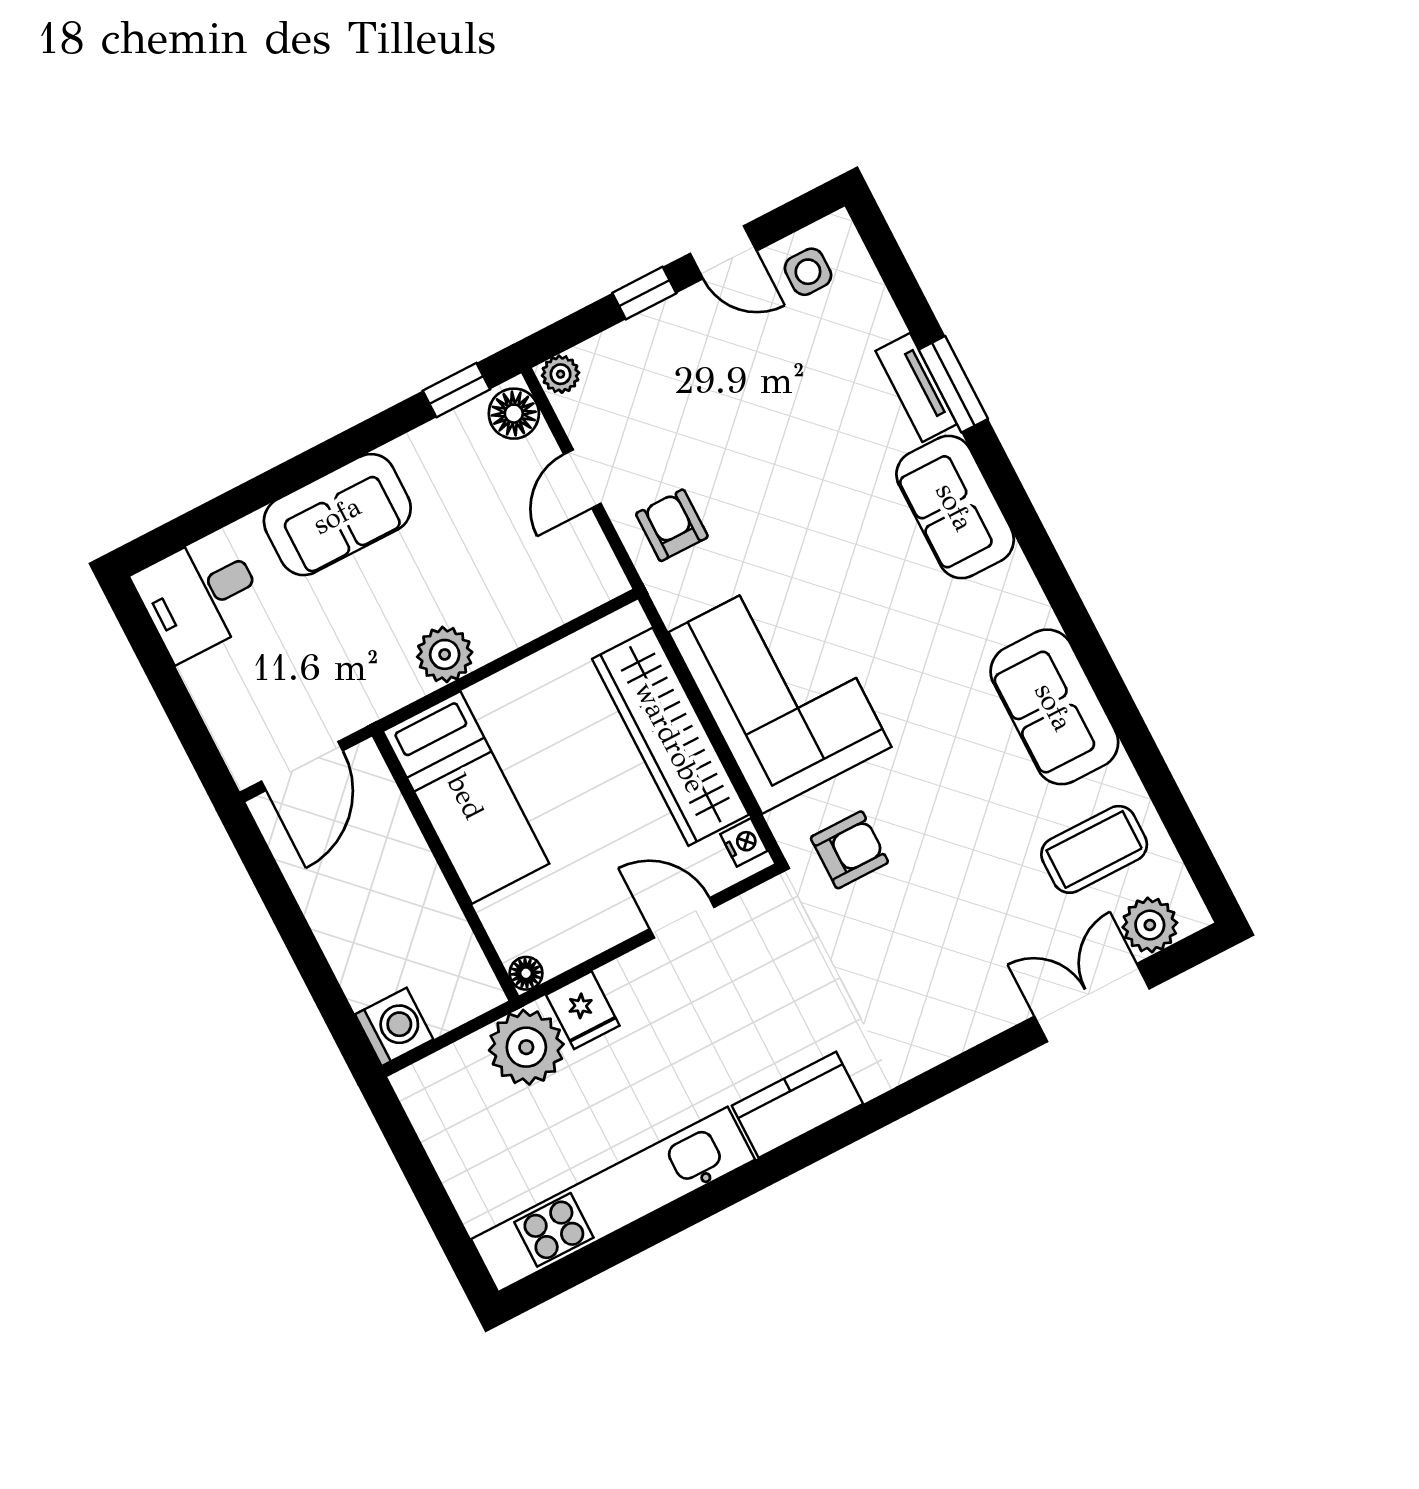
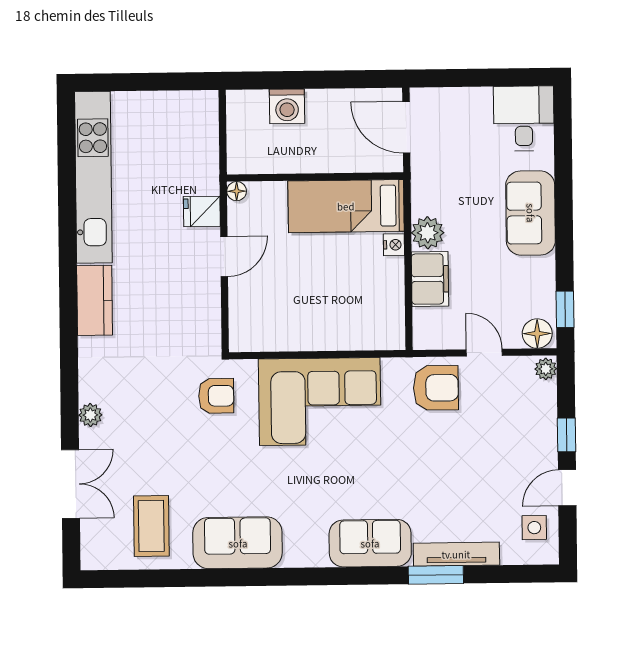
tv unit: (916, 387) -> (456, 554), width x1.41
armchair: (672, 525) -> (436, 388), width x1.38, depth x1.38
filing cabinet: (512, 616) -> (430, 279), added
wardrobe: (670, 737) -> (324, 331), removed
nightstand: (744, 842) -> (394, 245), moved, turned -90
armchair: (849, 850) -> (216, 396), turned -90
door: (682, 918) -> (224, 256), moved
plant: (1150, 925) -> (90, 415), moved, width x0.73, depth x0.73
washing machine: (394, 1027) -> (287, 106), moved
plant: (526, 1047) -> (197, 172), removed

